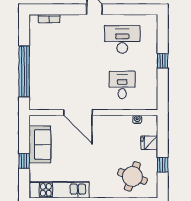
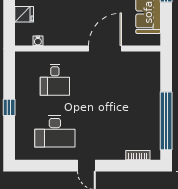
window: (24, 71) -> (166, 121), moved
door: (78, 113) -> (105, 49), hinge flipped

